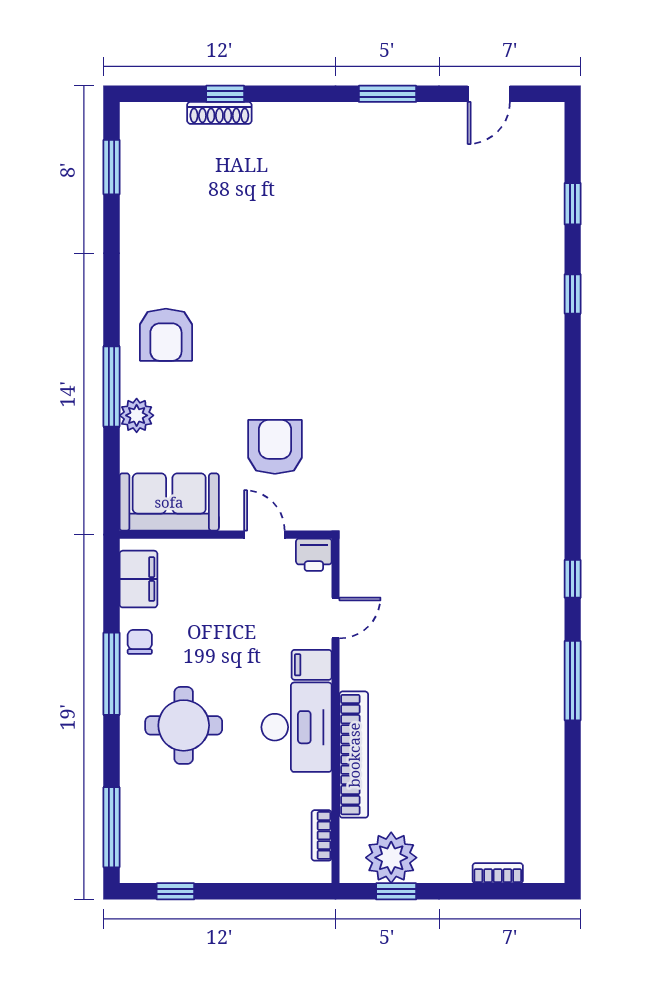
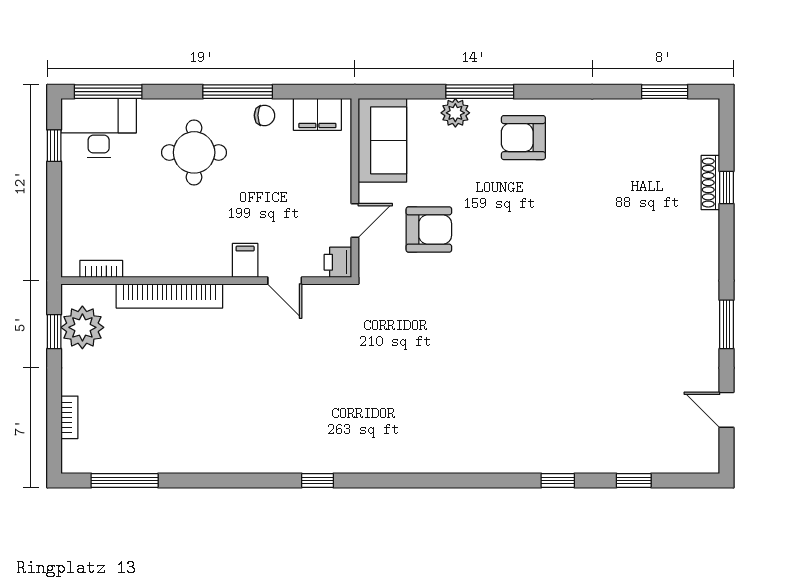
window: (573, 681) -> (125, 480), moved
desk: (297, 727) -> (99, 128), moved, turned 180

